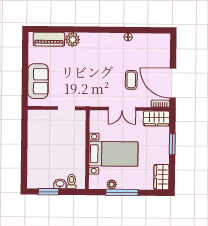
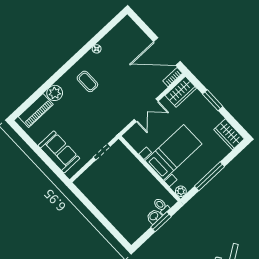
coffee table: (131, 80) -> (87, 81), moved
plant: (112, 184) -> (181, 191), moved
window: (48, 192) -> (161, 222), moved

